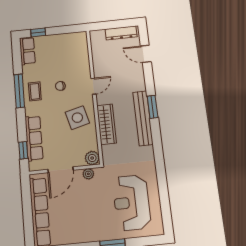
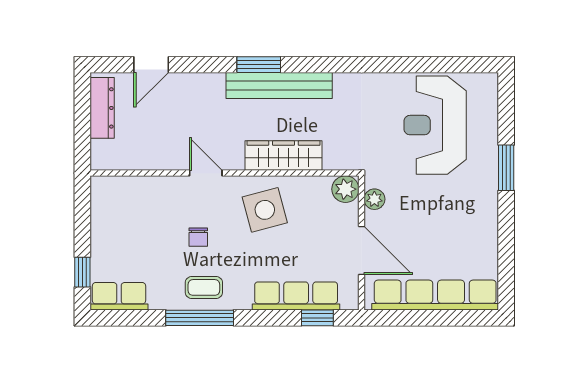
reception desk: (132, 203) -> (435, 125), turned 90

